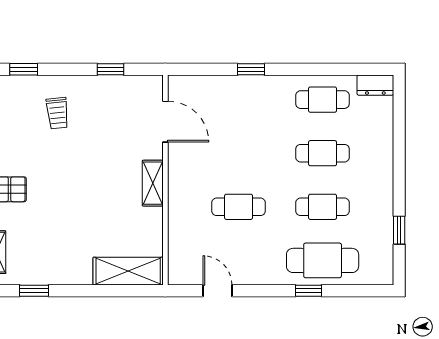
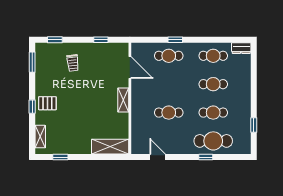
cafe table: (239, 100) -> (169, 56), added

